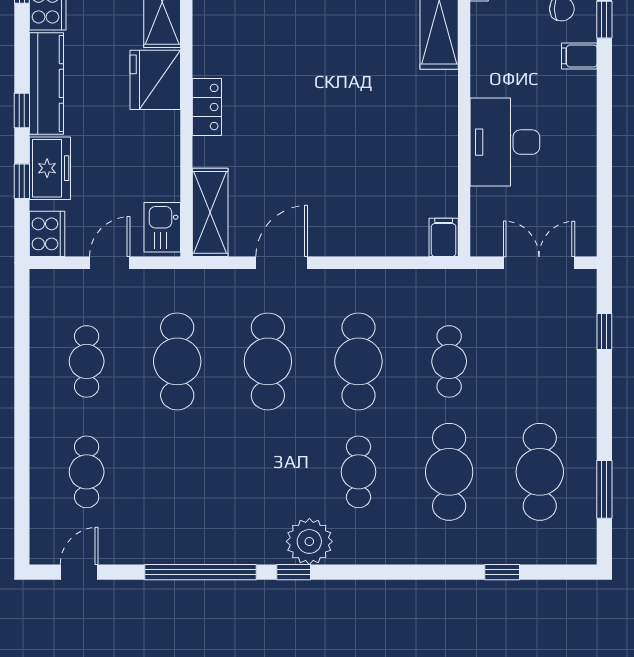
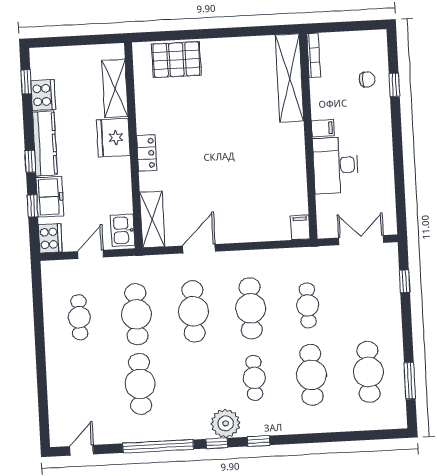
filing cabinet: (579, 56) -> (323, 128), moved, turned 180
cafe table: (87, 472) -> (140, 384), moved, width x1.37, depth x1.35
window: (502, 572) -> (259, 441), moved

